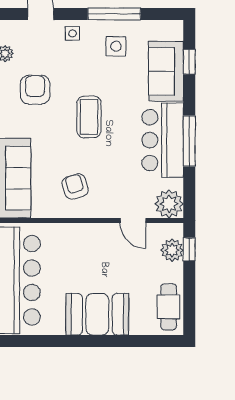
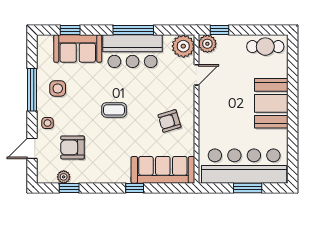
armchair: (35, 90) -> (73, 147), moved
coffee table: (89, 117) -> (114, 110), width x0.73, depth x0.77
plant: (172, 250) -> (207, 44), moved

